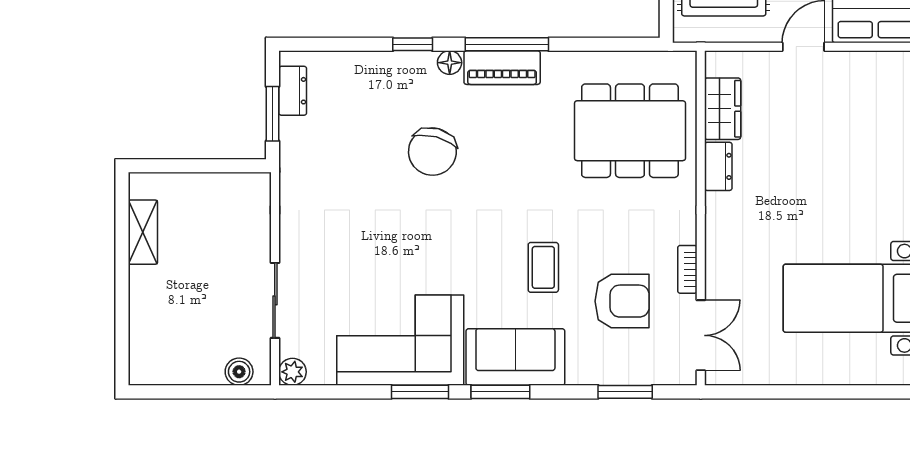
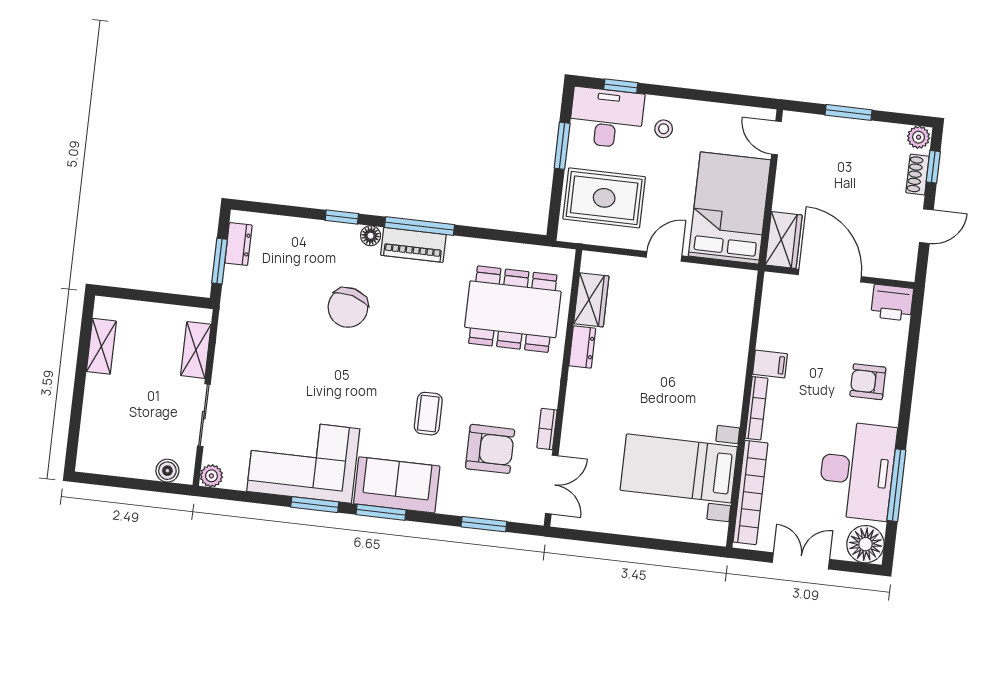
shelving: (256, 223) -> (196, 350), added

